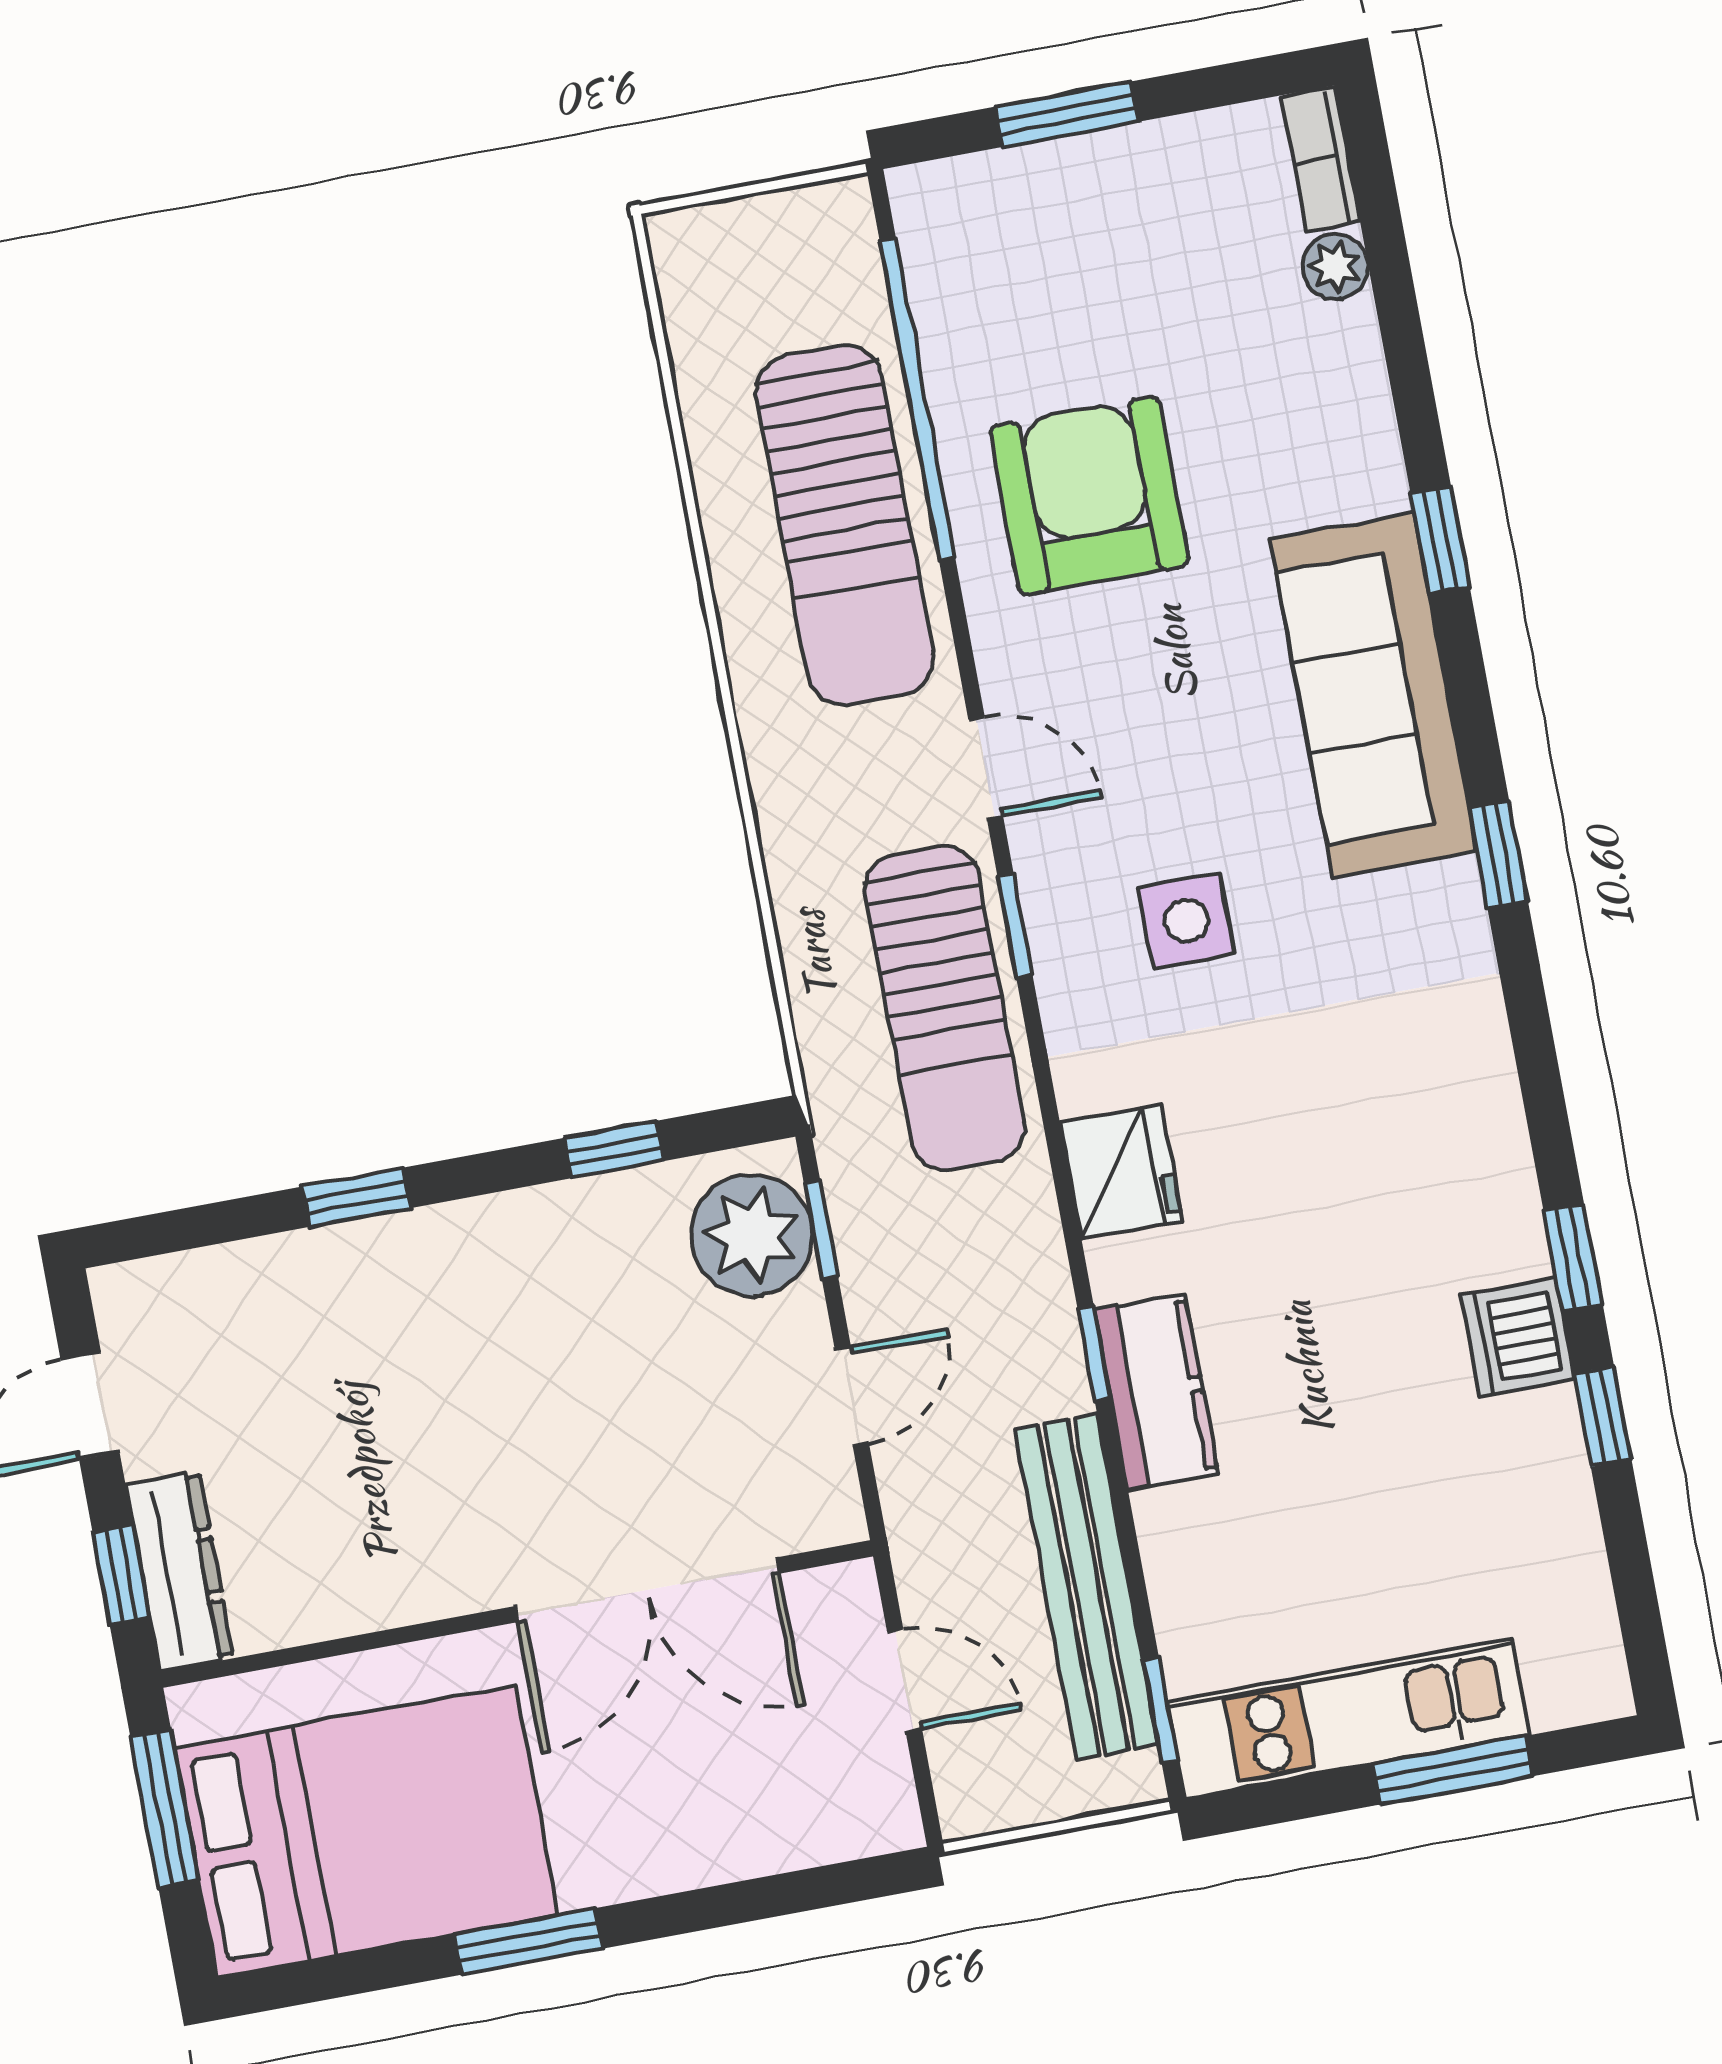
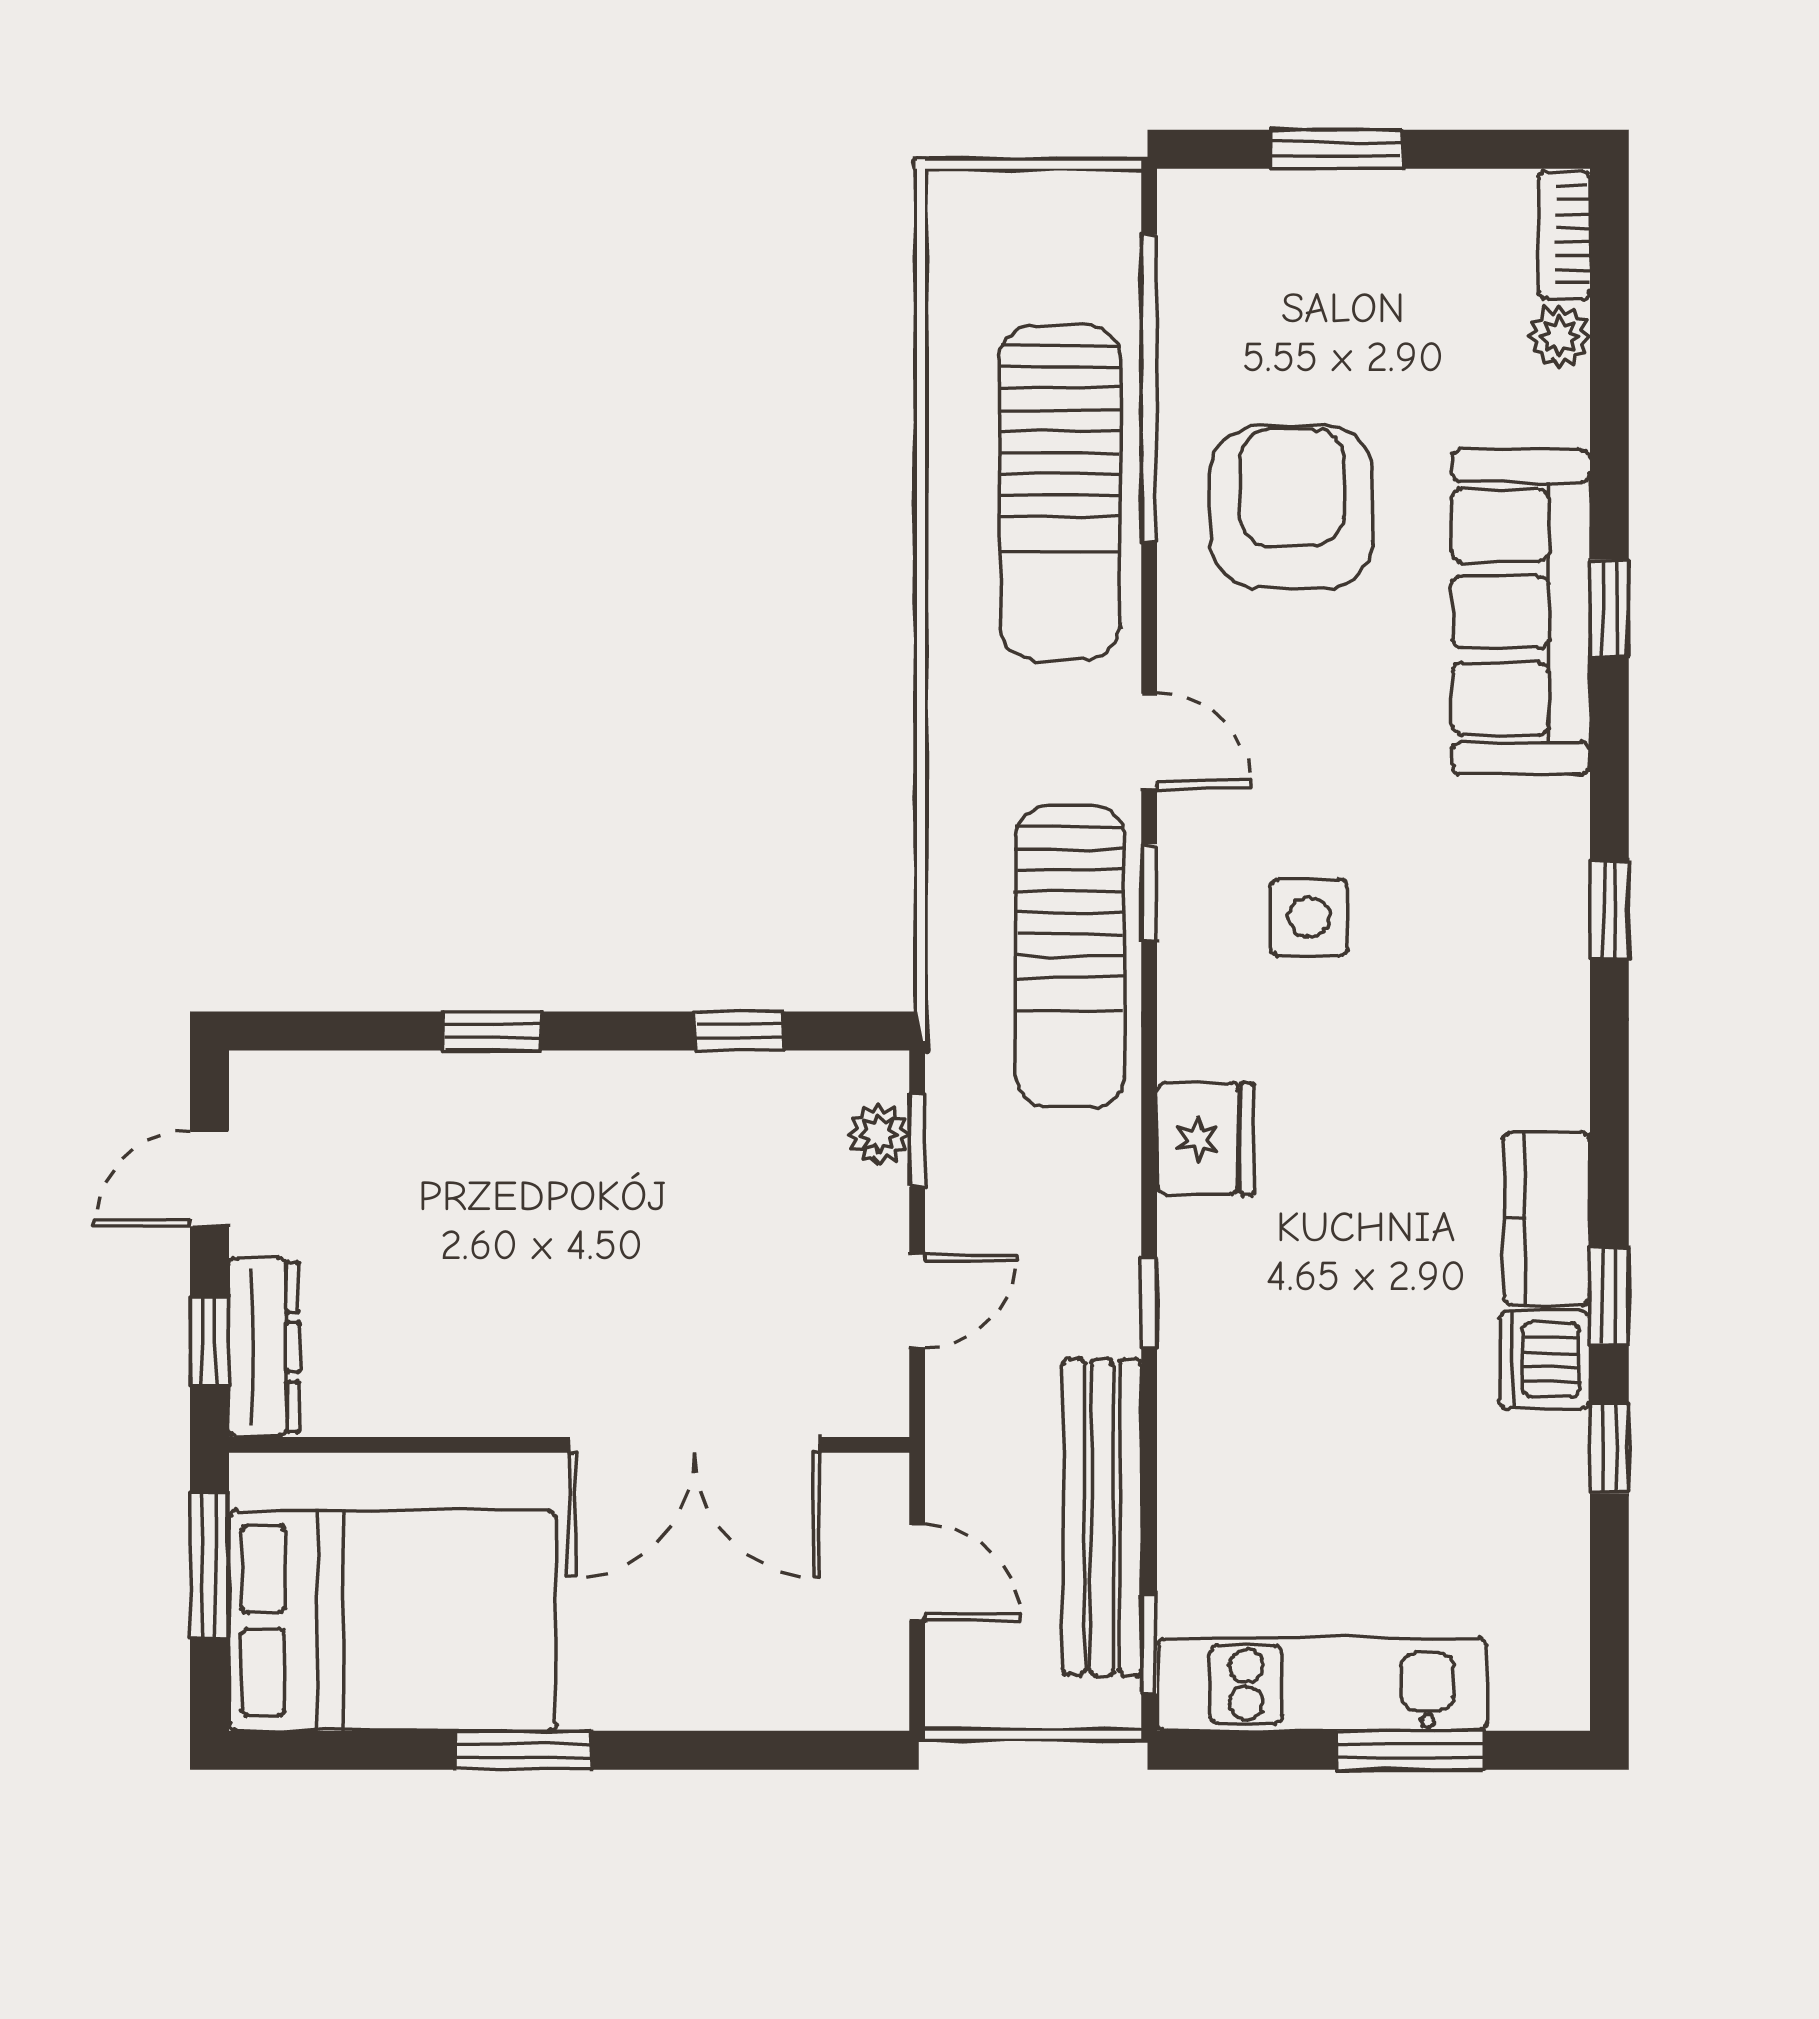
sofa: (1373, 695) -> (1521, 612), moved
plant: (752, 1235) -> (879, 1134), width x0.53, depth x0.53
kitchen counter: (1156, 1392) -> (1547, 1219), moved, turned 180

